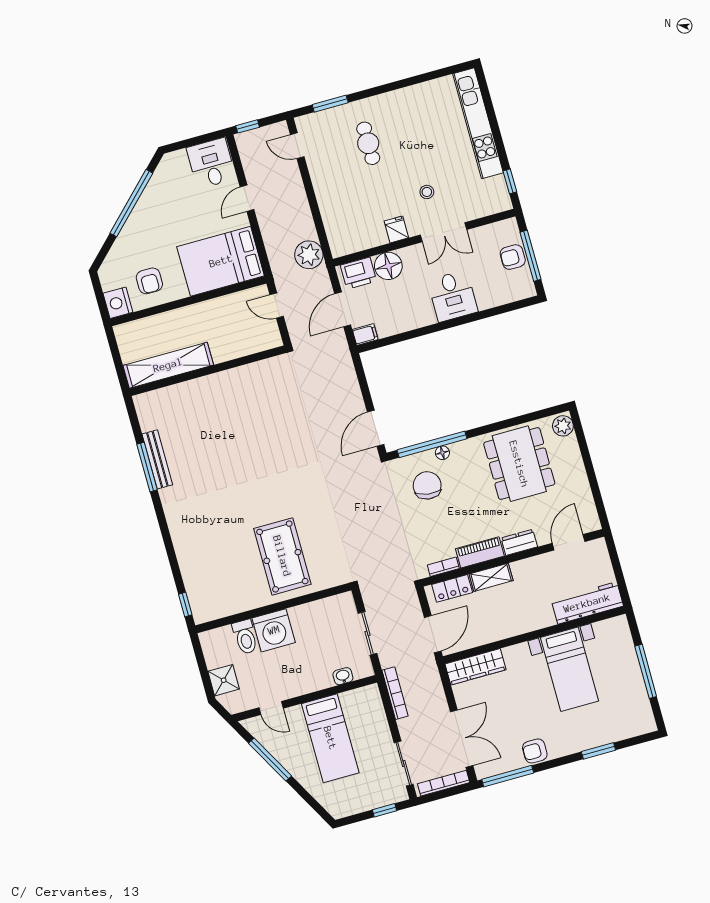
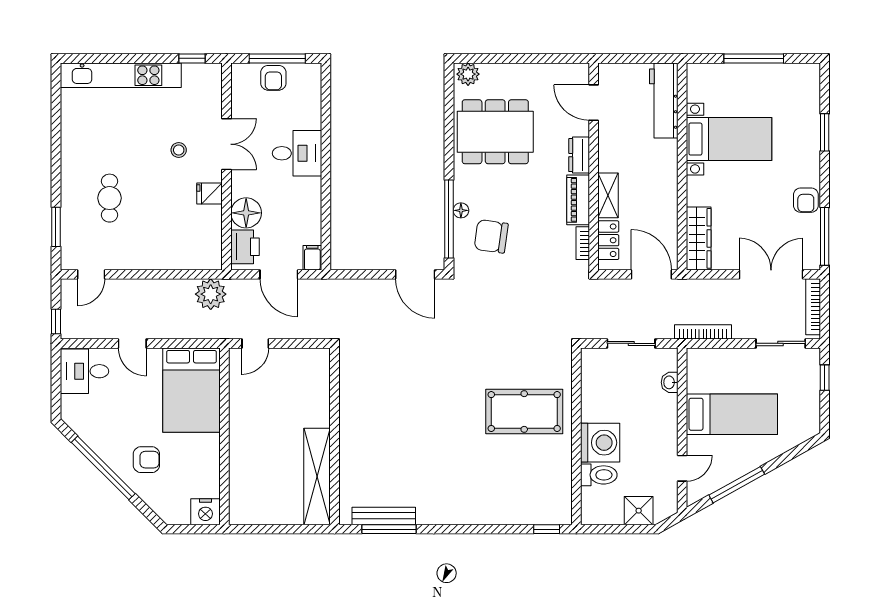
cafe table: (368, 143) -> (110, 198), turned 90
armchair: (149, 281) -> (146, 460), moved
shelving: (168, 365) -> (317, 477), moved
wall: (208, 371) -> (335, 436), moved

